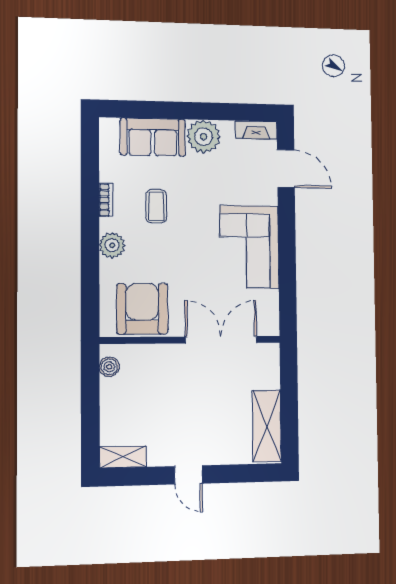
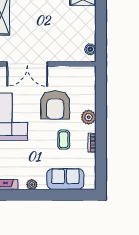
plant: (203, 137) -> (32, 185), width x0.53, depth x0.53
armchair: (142, 309) -> (55, 105), moved

